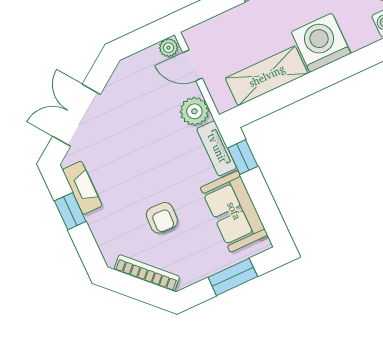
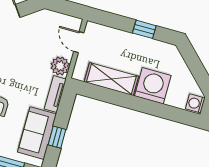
plant: (169, 48) -> (74, 23), removed
window: (243, 157) -> (57, 137), moved

